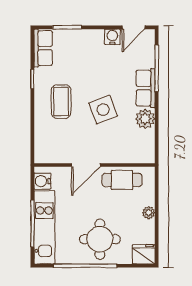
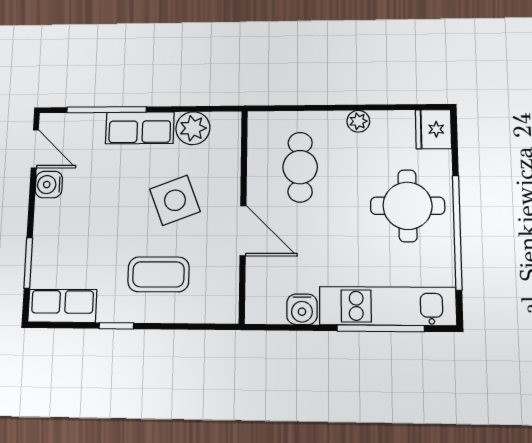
door: (86, 165) -> (243, 231), moved
wall: (94, 165) -> (243, 215), moved

